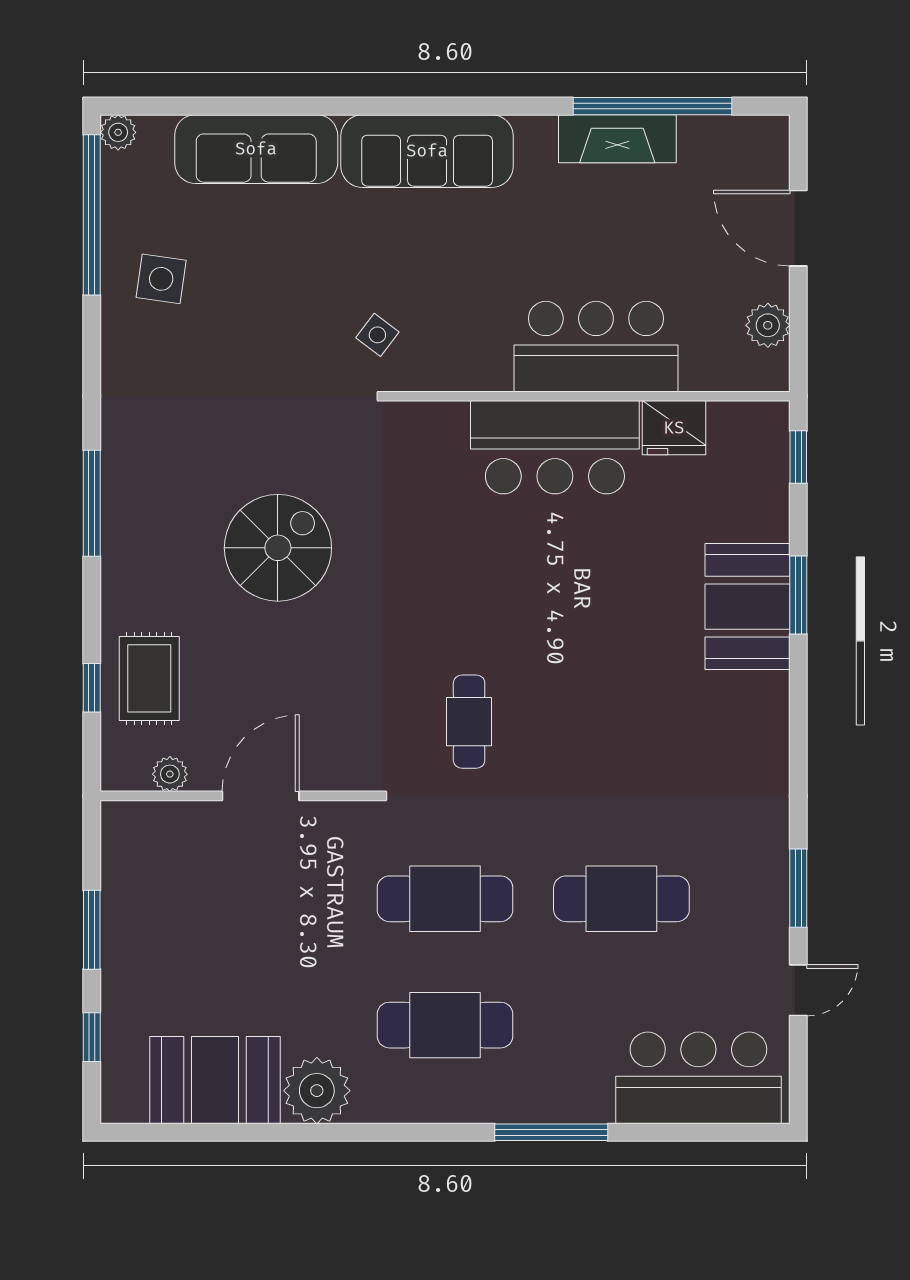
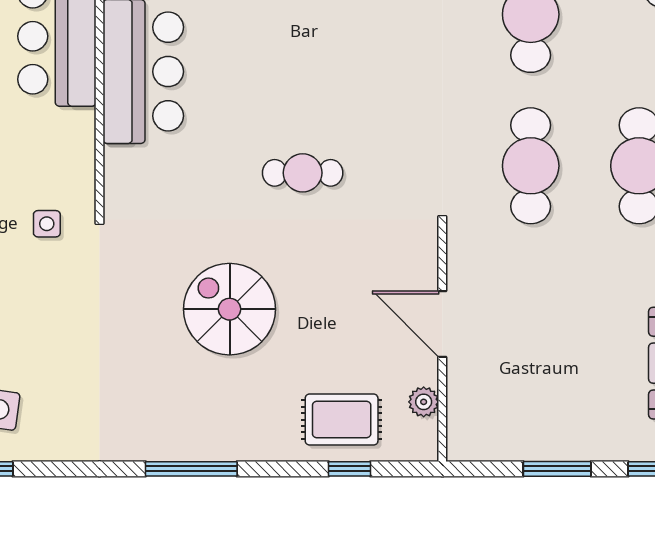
side table: (377, 335) -> (47, 224), turned -37
cafe table: (469, 722) -> (303, 173), moved

